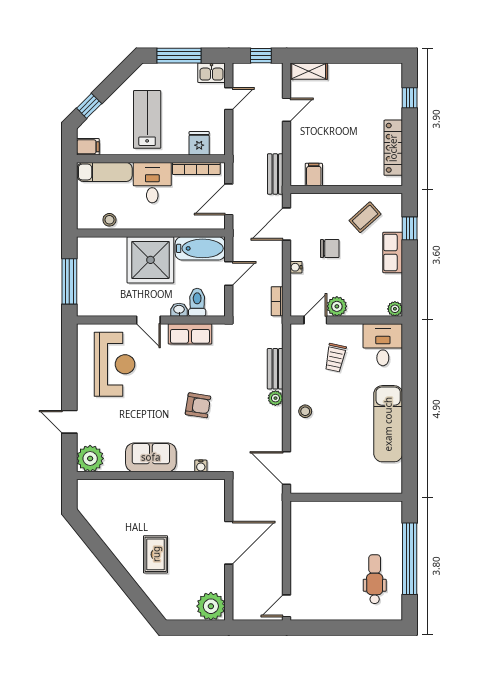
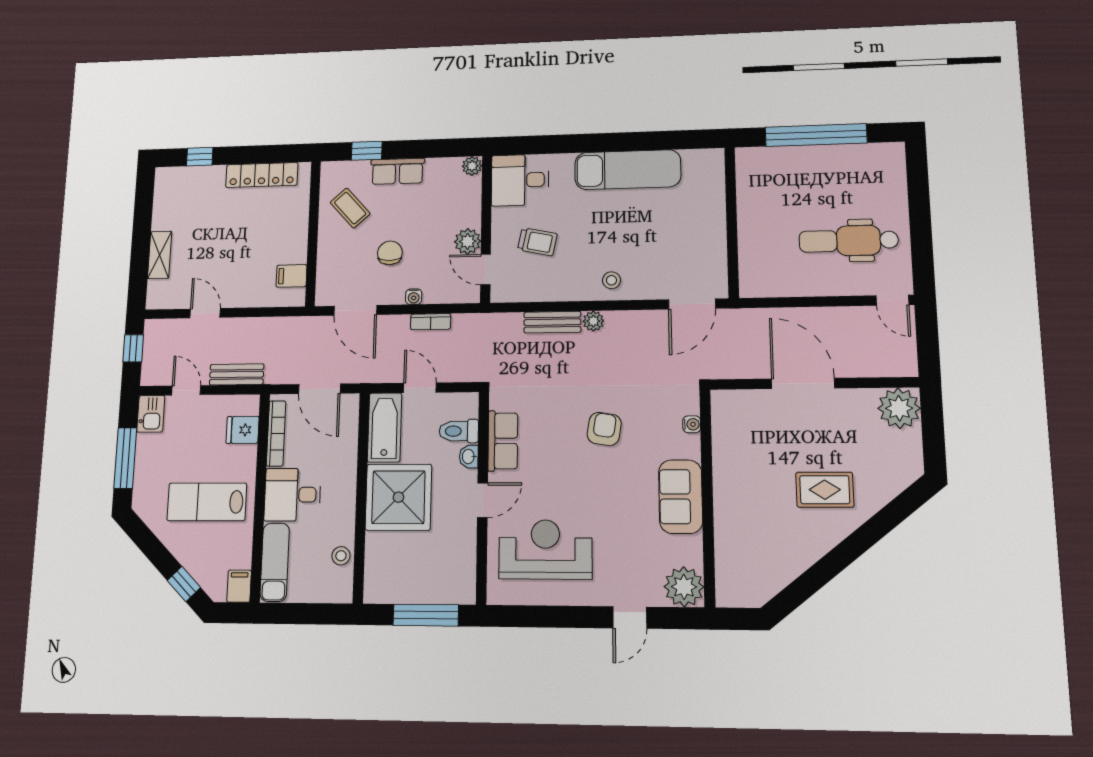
shelving: (309, 71) -> (160, 255), moved
bench: (275, 174) -> (237, 374), moved
bookcase: (277, 301) -> (431, 322), moved
dental chair: (375, 579) -> (849, 241), moved, width x1.36, depth x1.38

